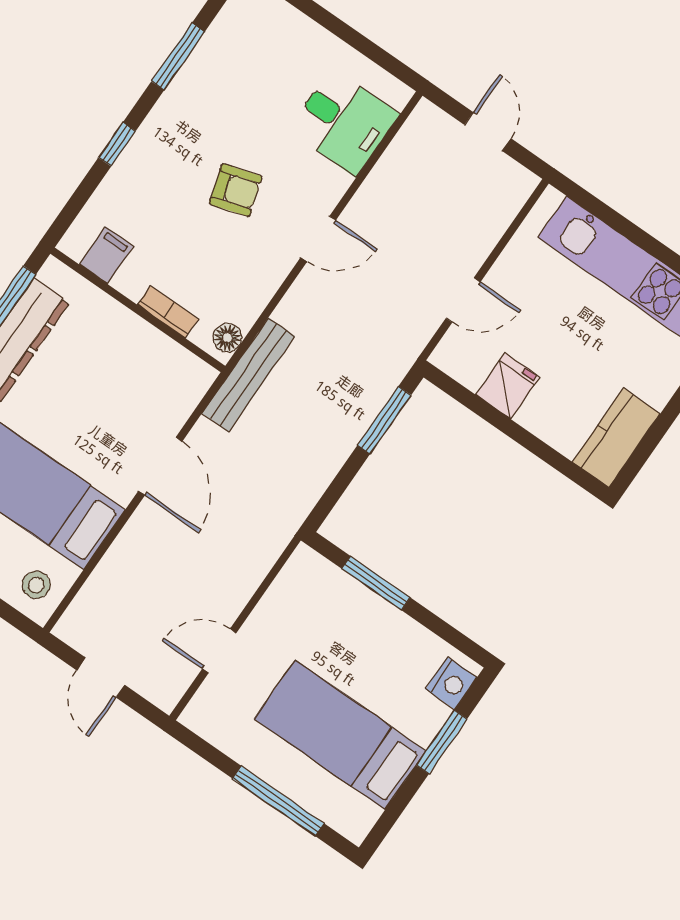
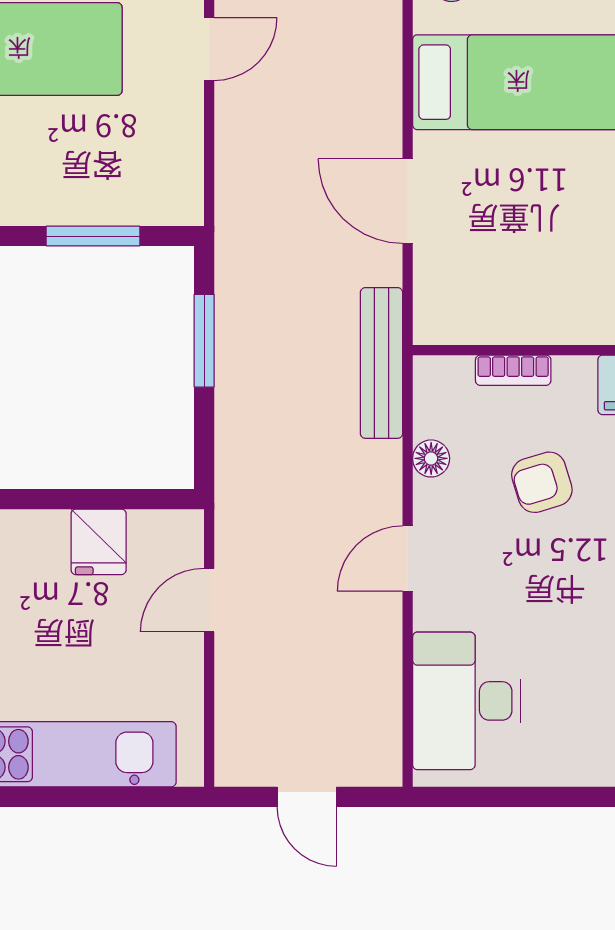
desk: (344, 122) -> (467, 701), width x1.37
armchair: (236, 190) -> (542, 482), moved
floor lamp: (227, 338) -> (431, 458), moved
window: (384, 420) -> (204, 341), moved

